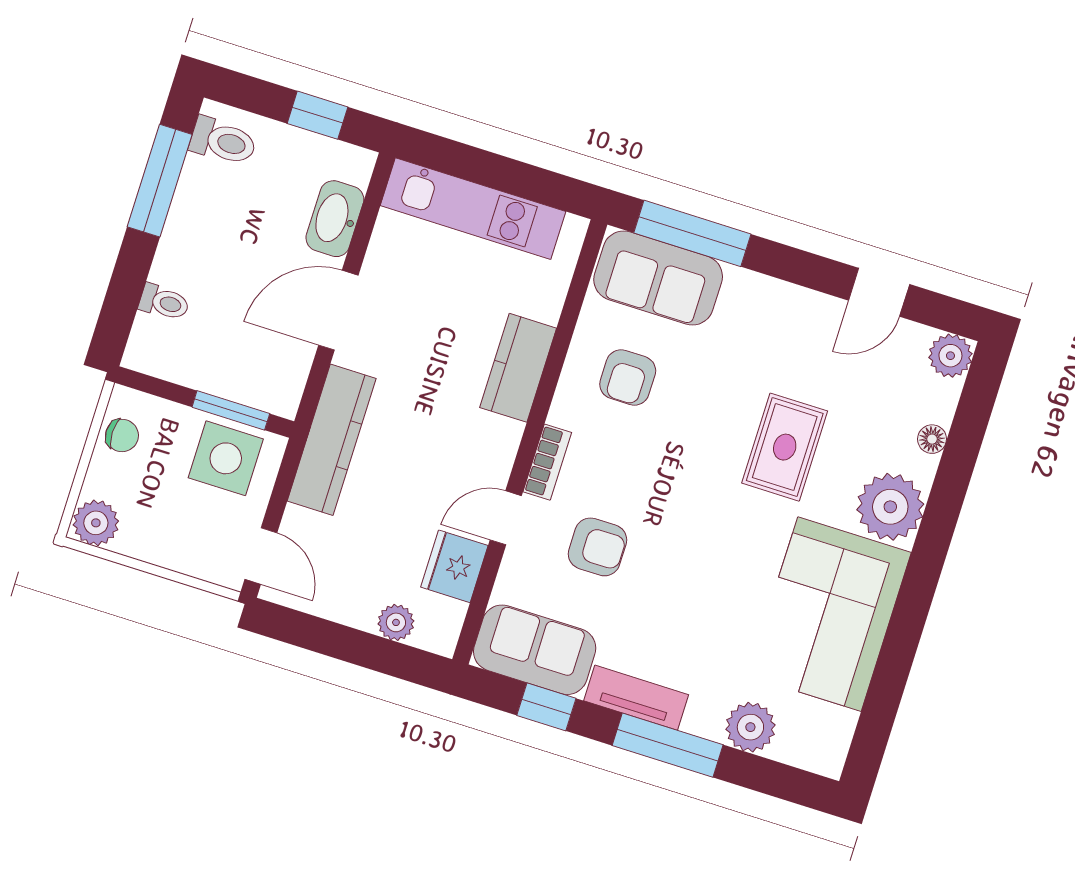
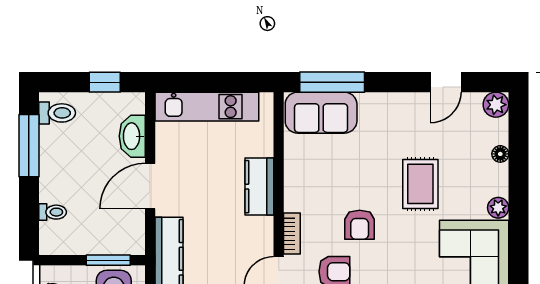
armchair: (628, 377) -> (360, 225), moved
plant: (890, 507) -> (498, 208), width x0.53, depth x0.53

